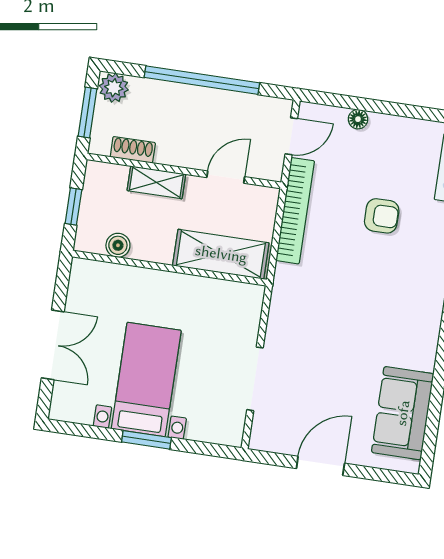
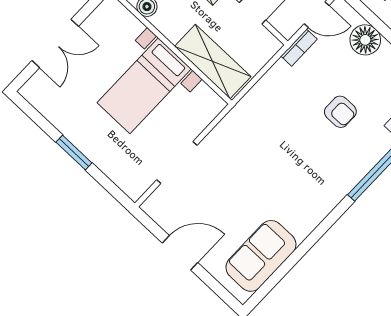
floor lamp: (358, 119) -> (365, 40), width x1.89, depth x1.89
bookcase: (295, 211) -> (299, 48), width x0.43, depth x0.76
bed with nightstands: (146, 379) -> (144, 86), moved, turned 180

